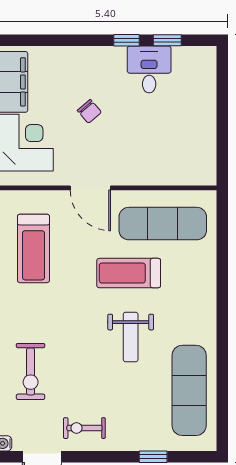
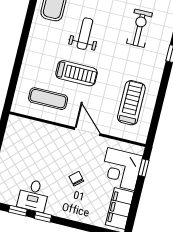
exercise mat: (163, 224) -> (48, 99), width x0.73, depth x0.69
exercise bike: (31, 371) -> (139, 28), moved

